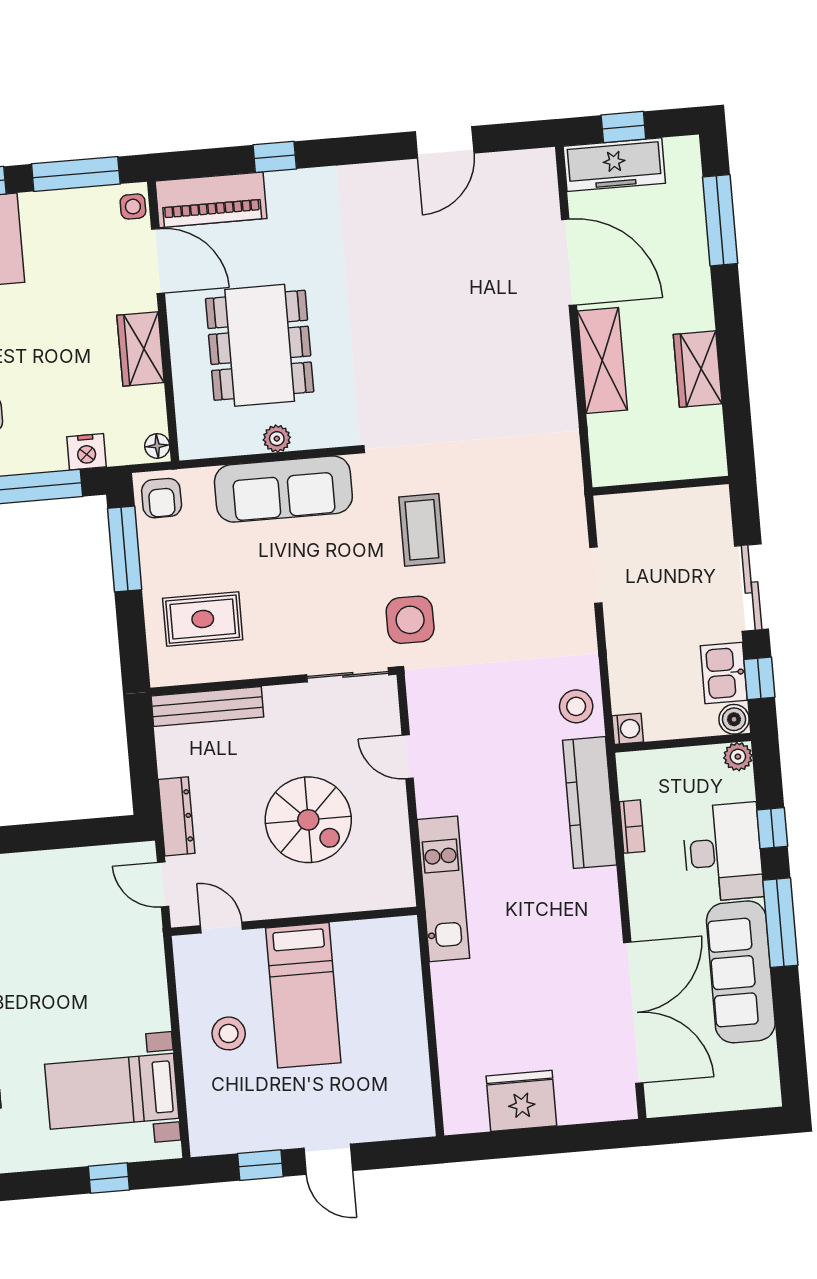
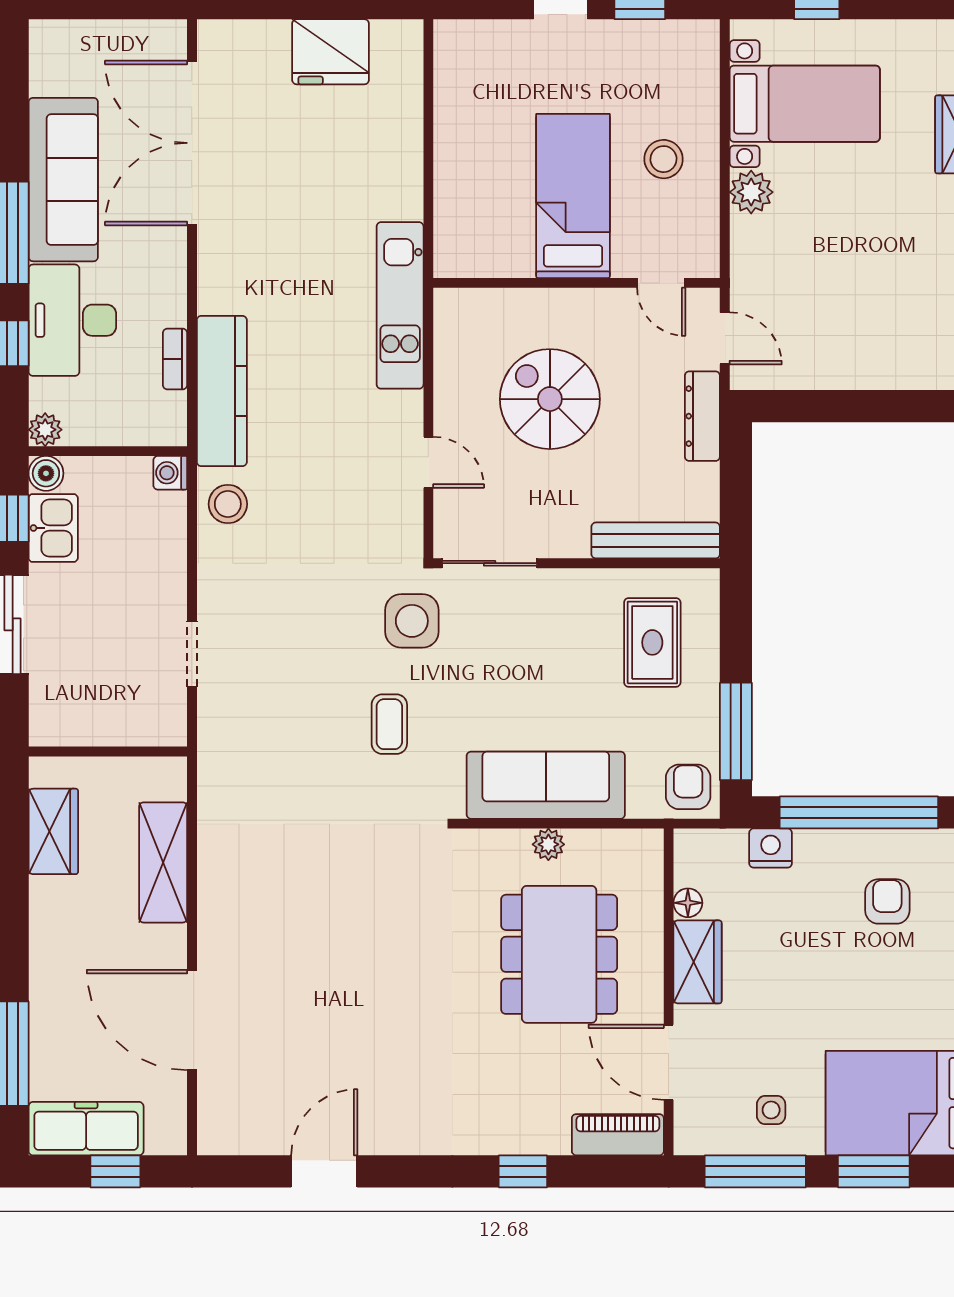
freezer: (614, 165) -> (86, 1129), moved
piano: (211, 200) -> (618, 1135), width x0.73, depth x0.75
side table: (133, 207) -> (771, 1110), moved
shelving: (602, 361) -> (163, 862), moved
wardrobe: (698, 369) -> (53, 831), moved
floor lamp: (157, 446) -> (688, 903), moved
coffee table: (422, 530) -> (389, 724), width x0.73, depth x0.77
rug: (203, 619) -> (652, 642), turned 90
plant: (151, 1012) -> (751, 192), added

